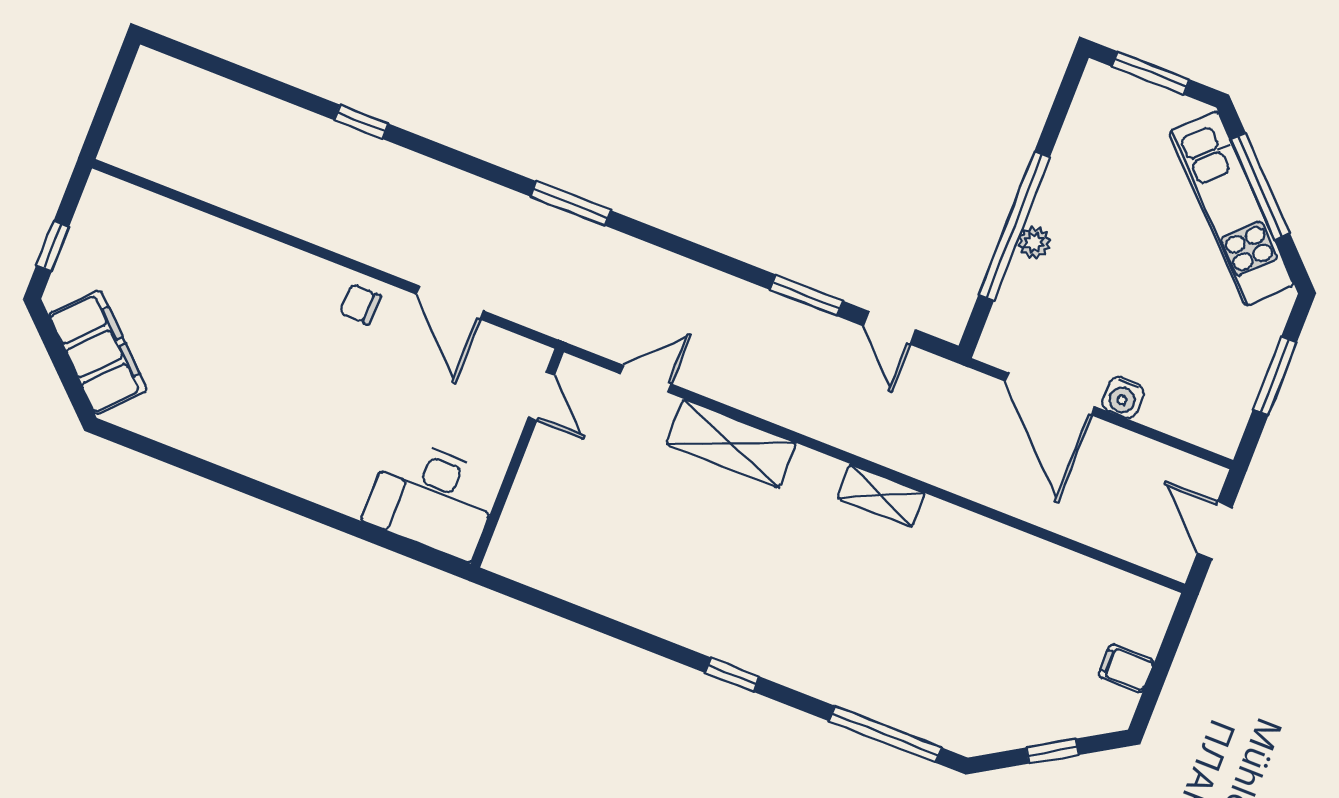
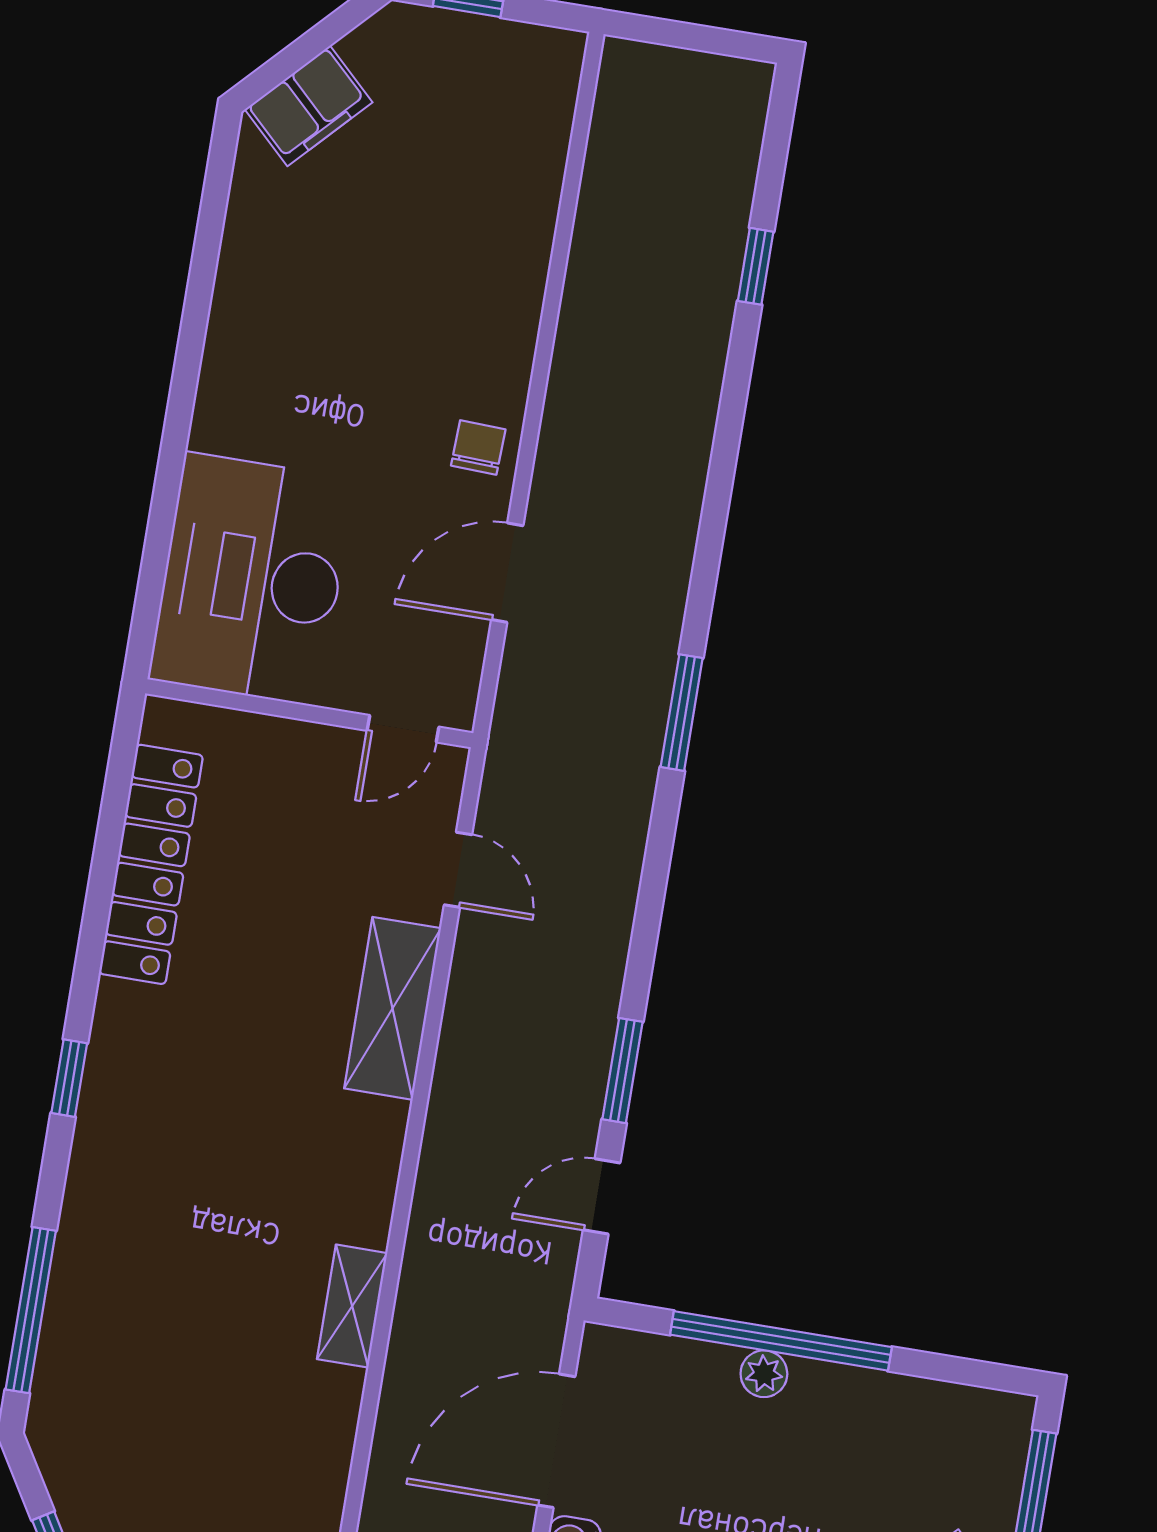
window: (361, 122) -> (756, 266), moved
filing cabinet: (98, 352) -> (309, 106), width x0.67, depth x0.86
shelving: (881, 496) -> (352, 1306), moved
desk: (432, 499) -> (252, 579), width x1.36, depth x1.30
locker: (598, 588) -> (151, 864), added

